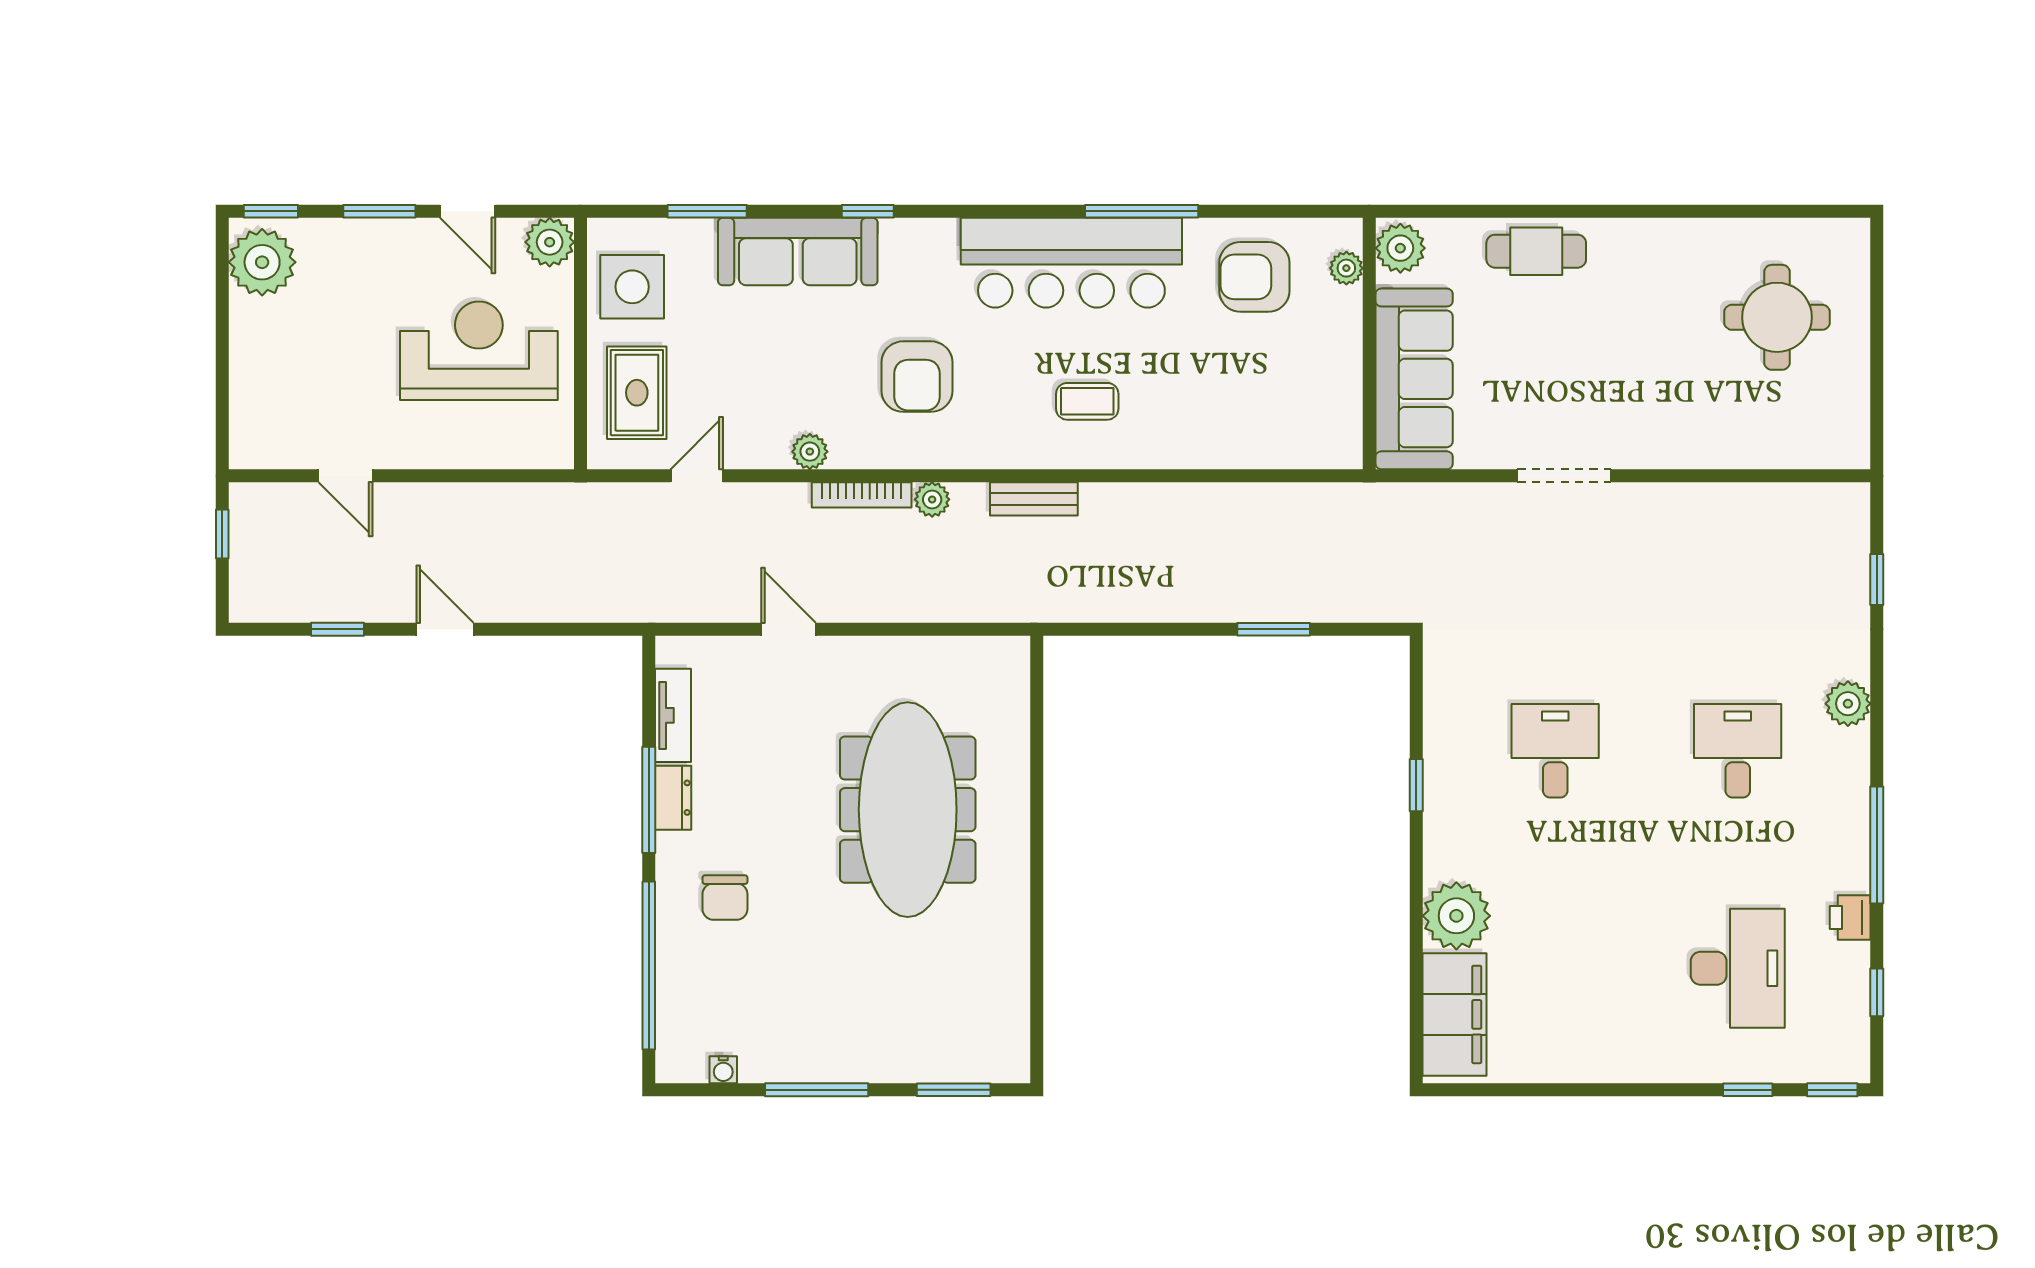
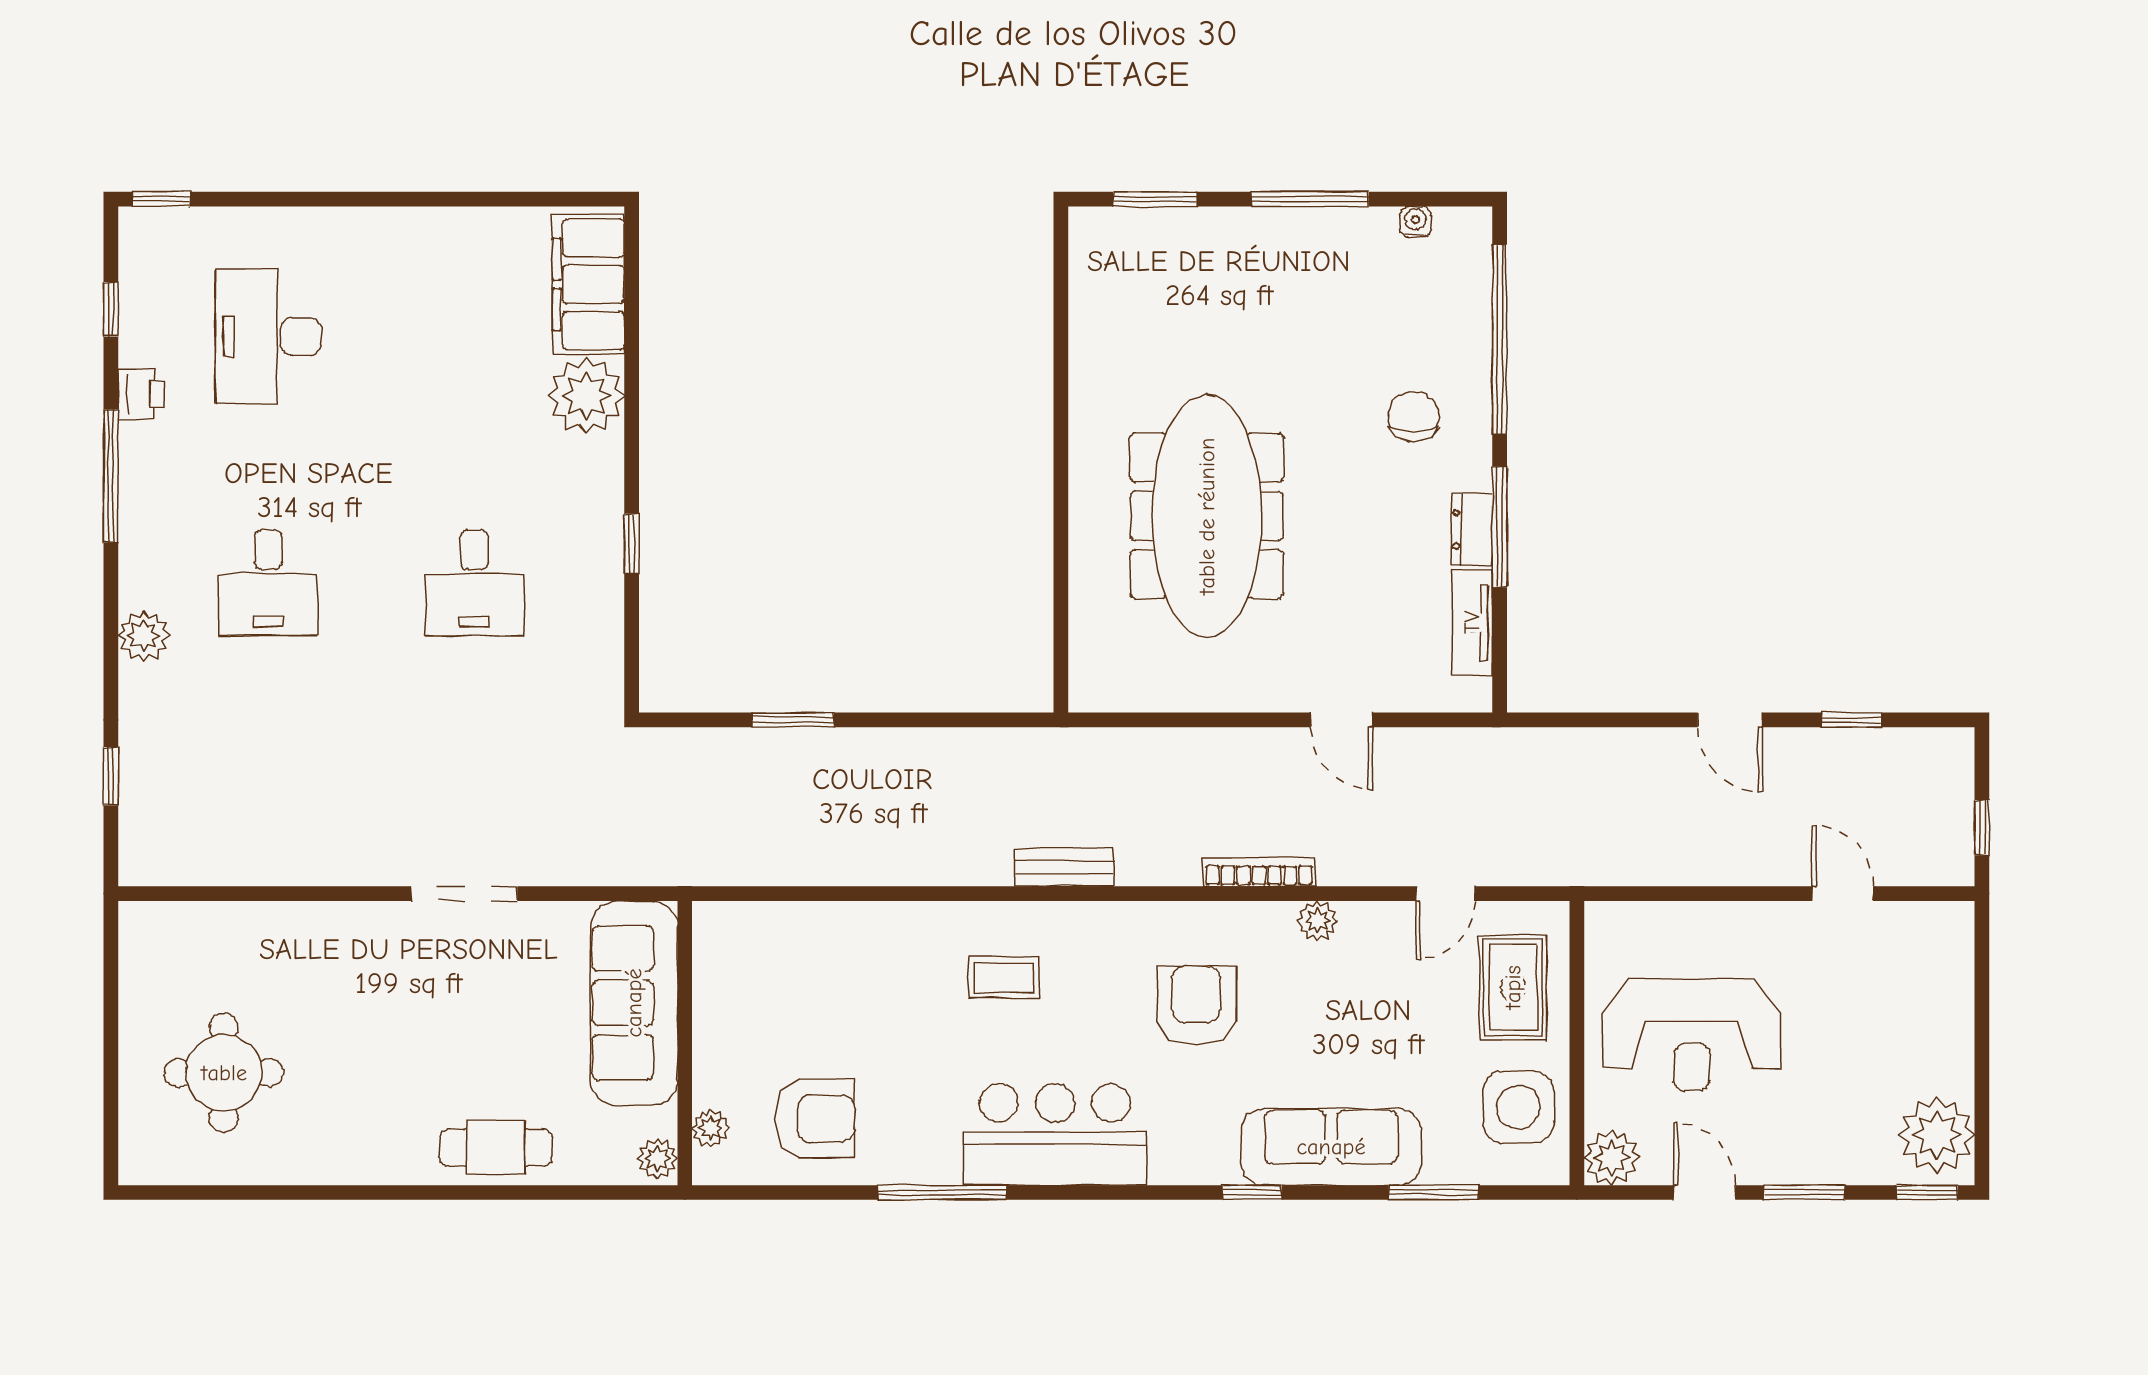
plant: (1400, 248) -> (657, 1158), width x0.73, depth x0.73
bar counter: (1071, 263) -> (1055, 1134), width x0.73
plant: (932, 499) -> (1179, 867), removed
window: (1748, 1090) -> (257, 199), removed

